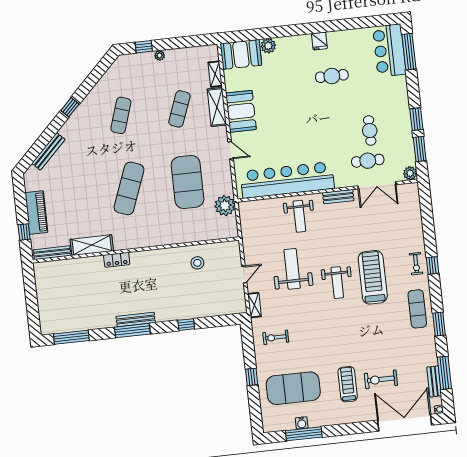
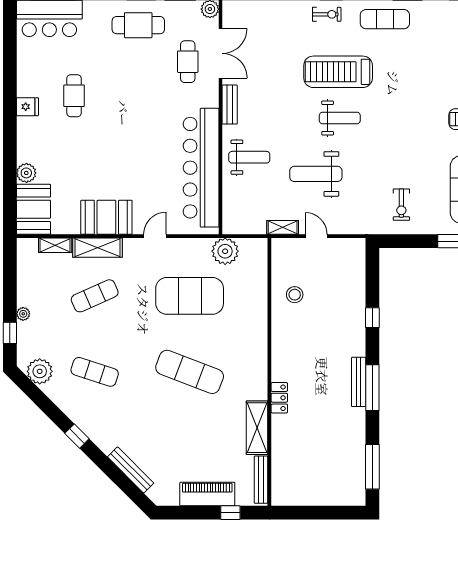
plant: (117, 73) -> (40, 371), added
exercise mat: (179, 109) -> (95, 296), turned -45
cafe table: (370, 131) -> (138, 25), moved, width x1.37, depth x1.35
shelving: (254, 305) -> (283, 227), moved

